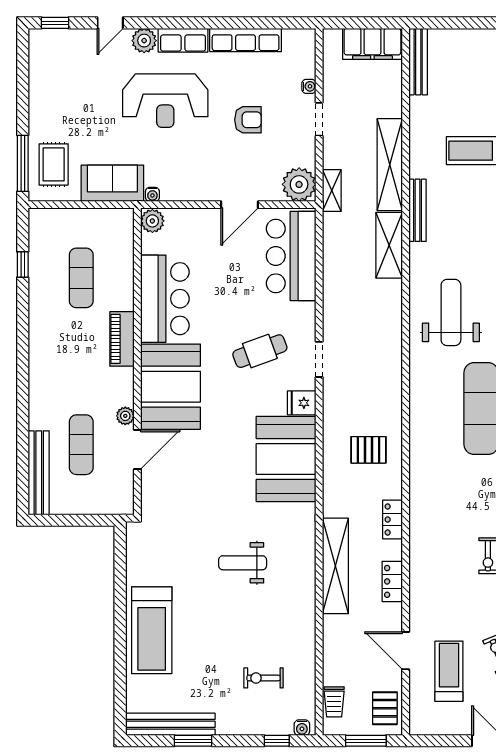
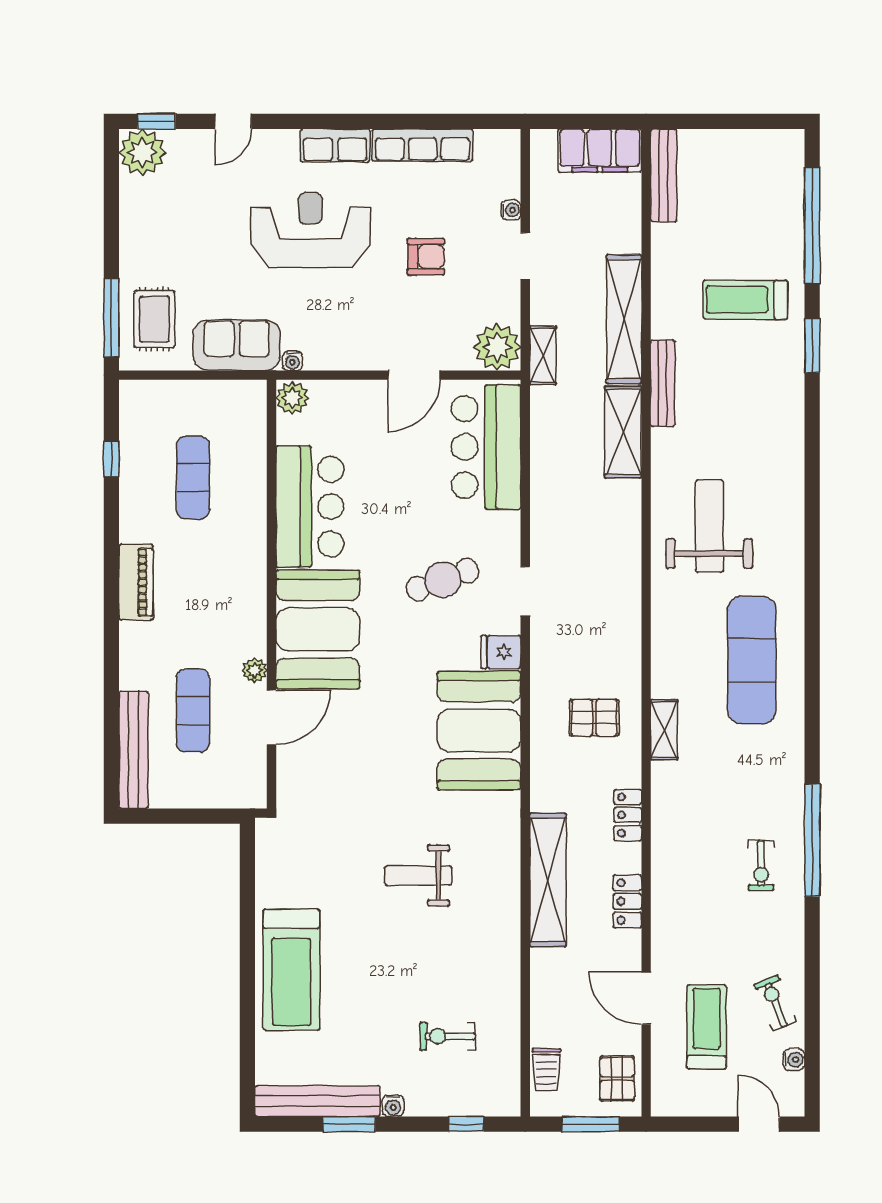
plant: (144, 41) -> (142, 152), moved, width x1.36, depth x1.36
reception desk: (165, 101) -> (310, 230), turned 180
piano: (122, 339) -> (136, 582), moved, turned 180
shelving: (419, 458) -> (664, 730), added
water cooler: (302, 728) -> (393, 1106), moved

